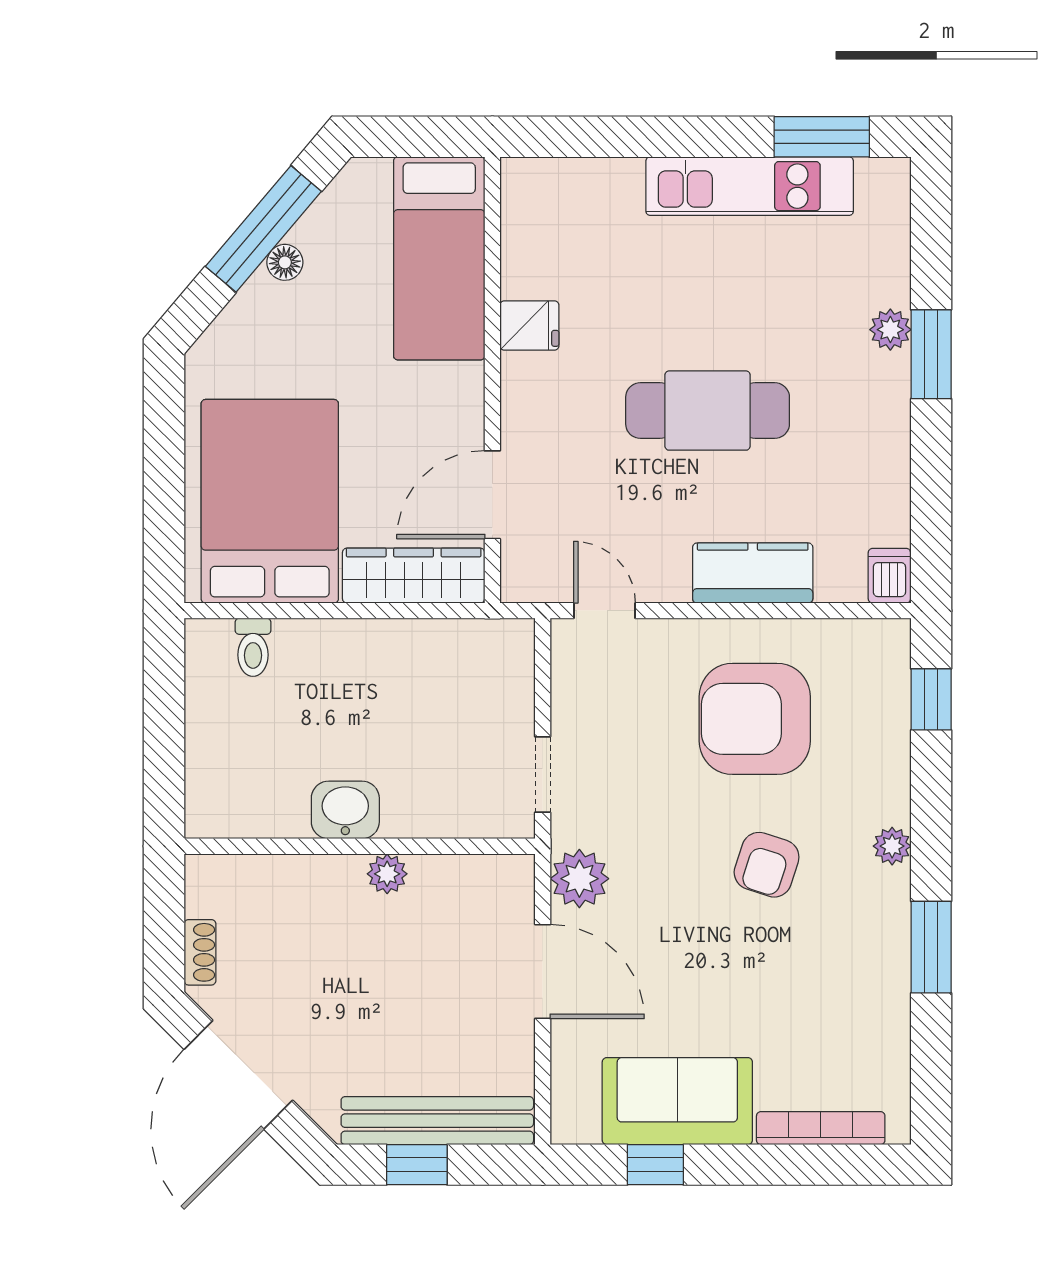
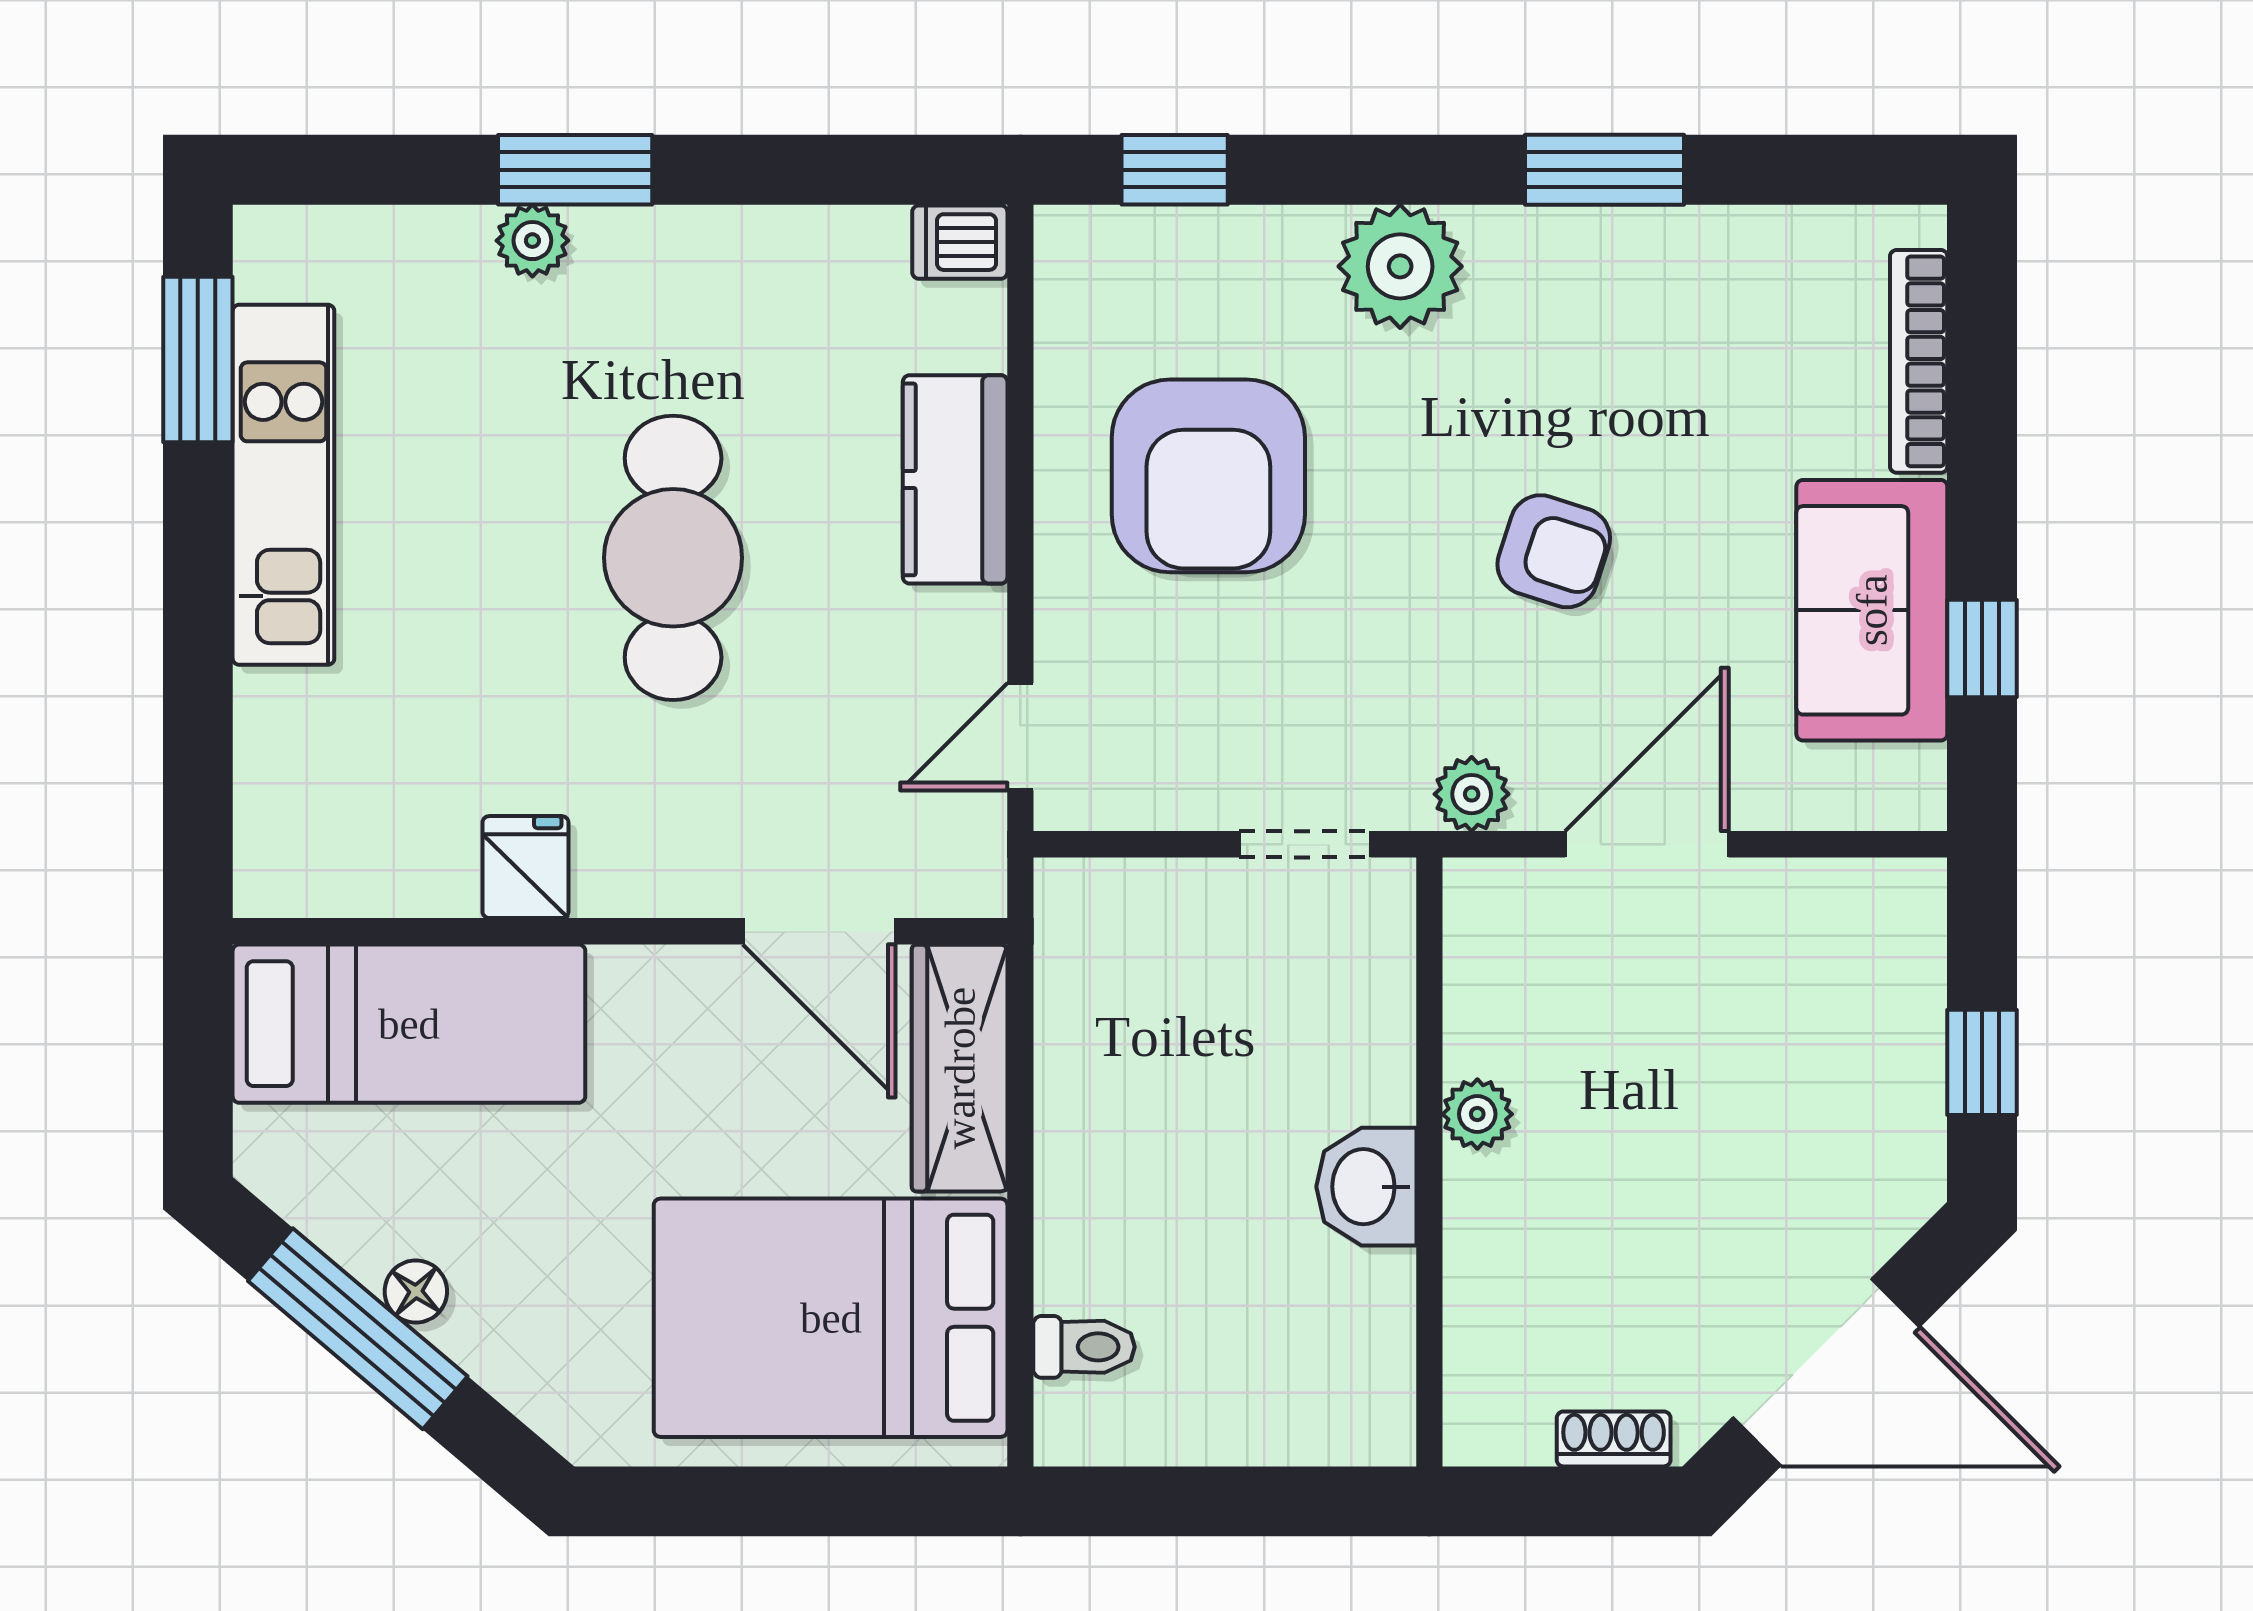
plant: (892, 846) -> (1400, 266), width x1.87, depth x1.87
armchair: (767, 865) -> (1554, 551), moved
plant: (579, 879) -> (1472, 794), width x0.73, depth x0.73
bench: (437, 1121) -> (1906, 1027), removed

